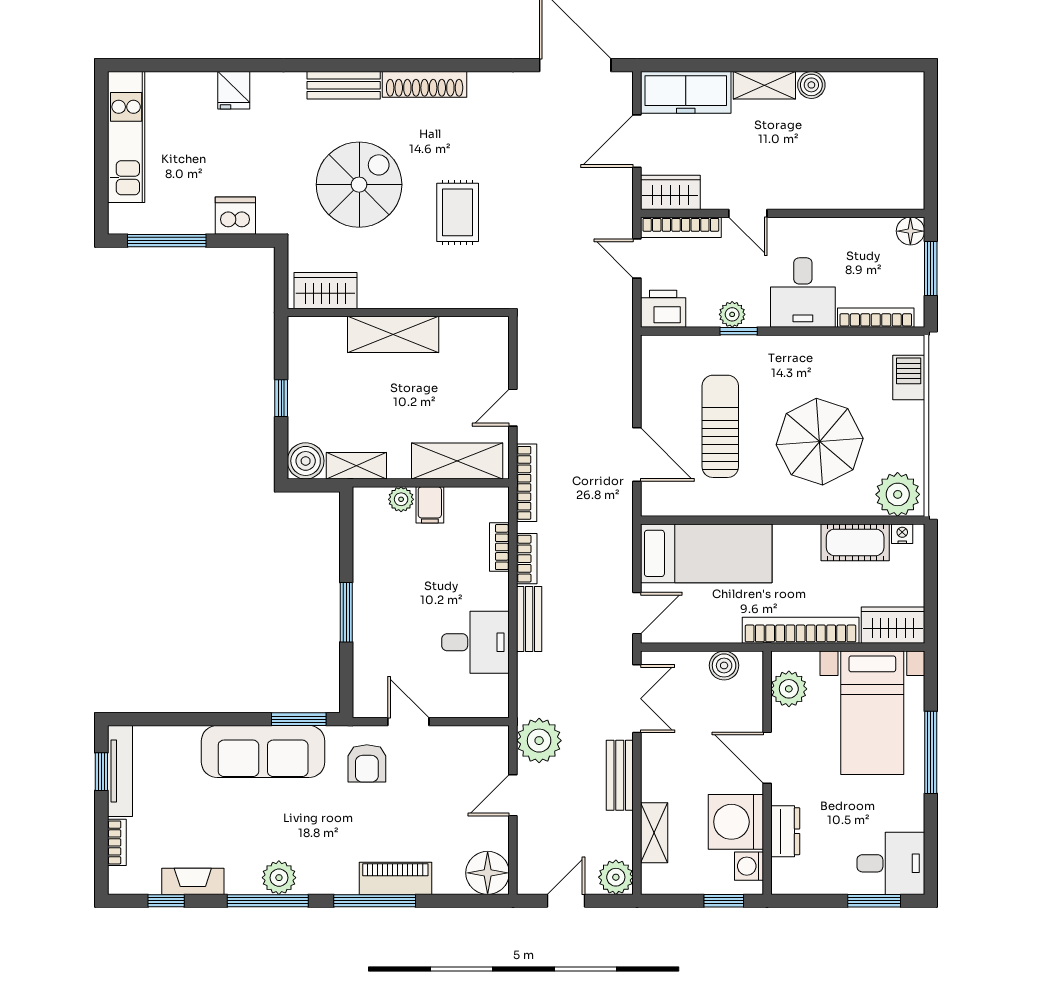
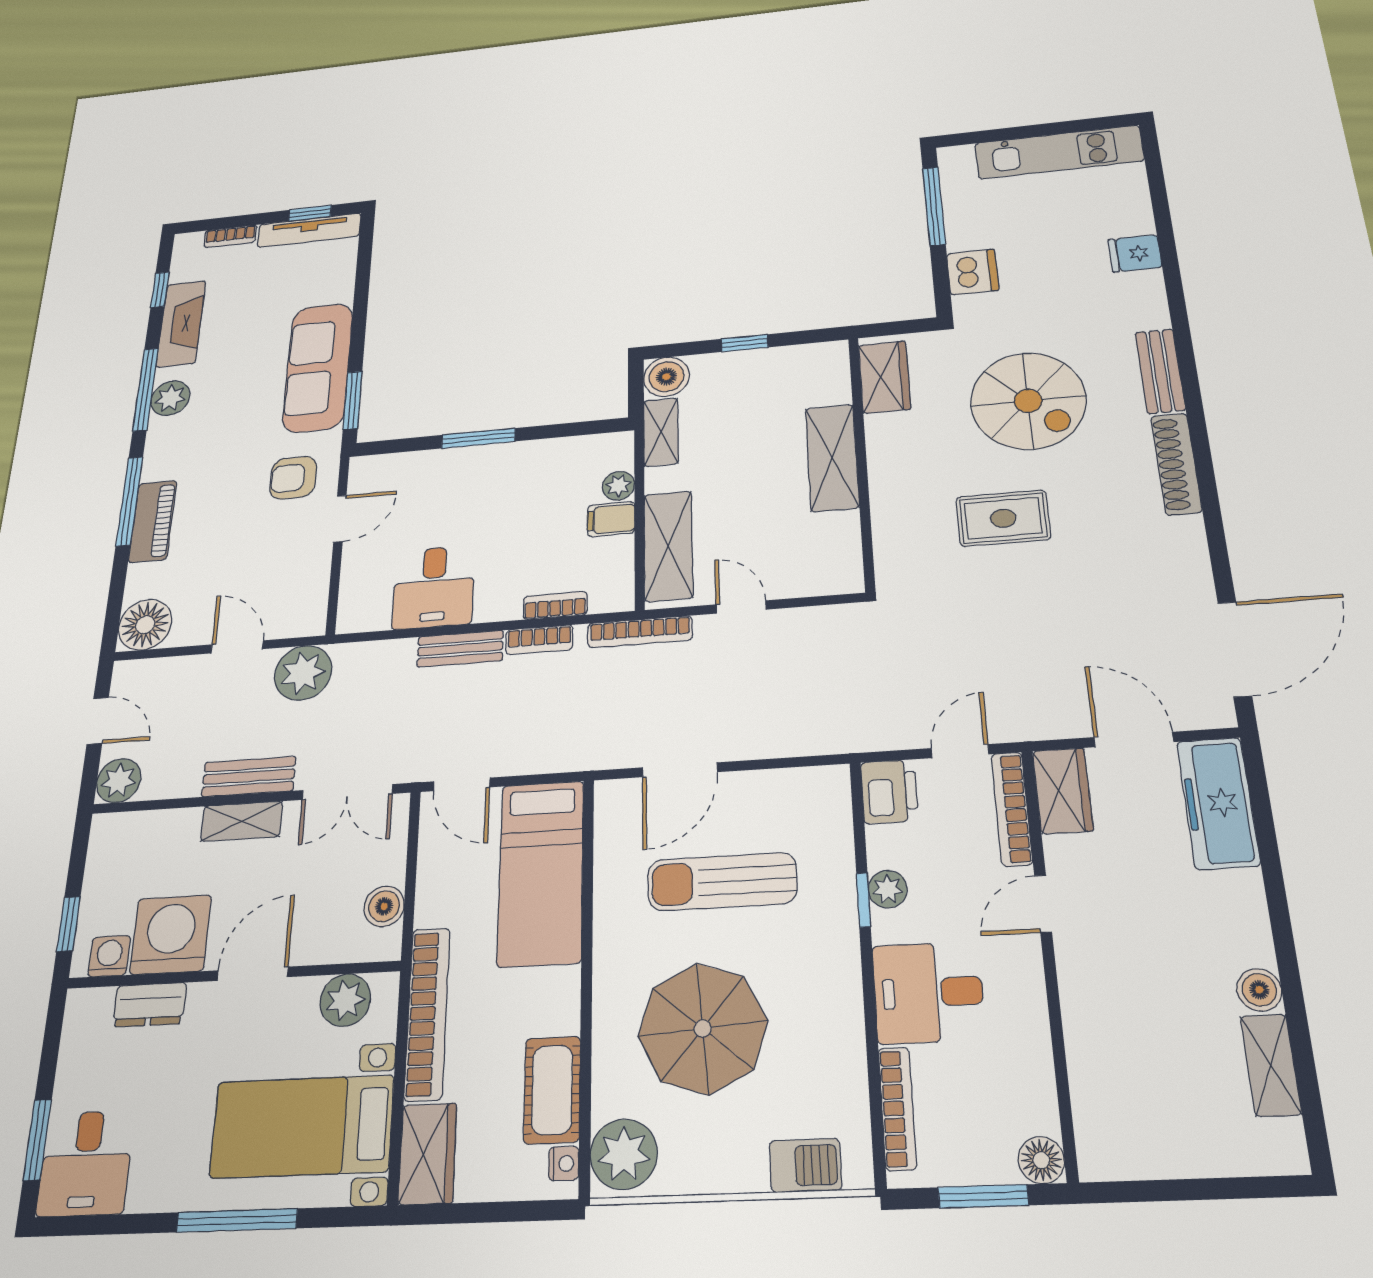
shelving: (764, 85) -> (1271, 1065), moved
sun lounger: (720, 426) -> (722, 882), turned 180
shelving: (654, 833) -> (242, 821), moved
fireplace: (193, 881) -> (181, 324), width x1.37, depth x1.32

